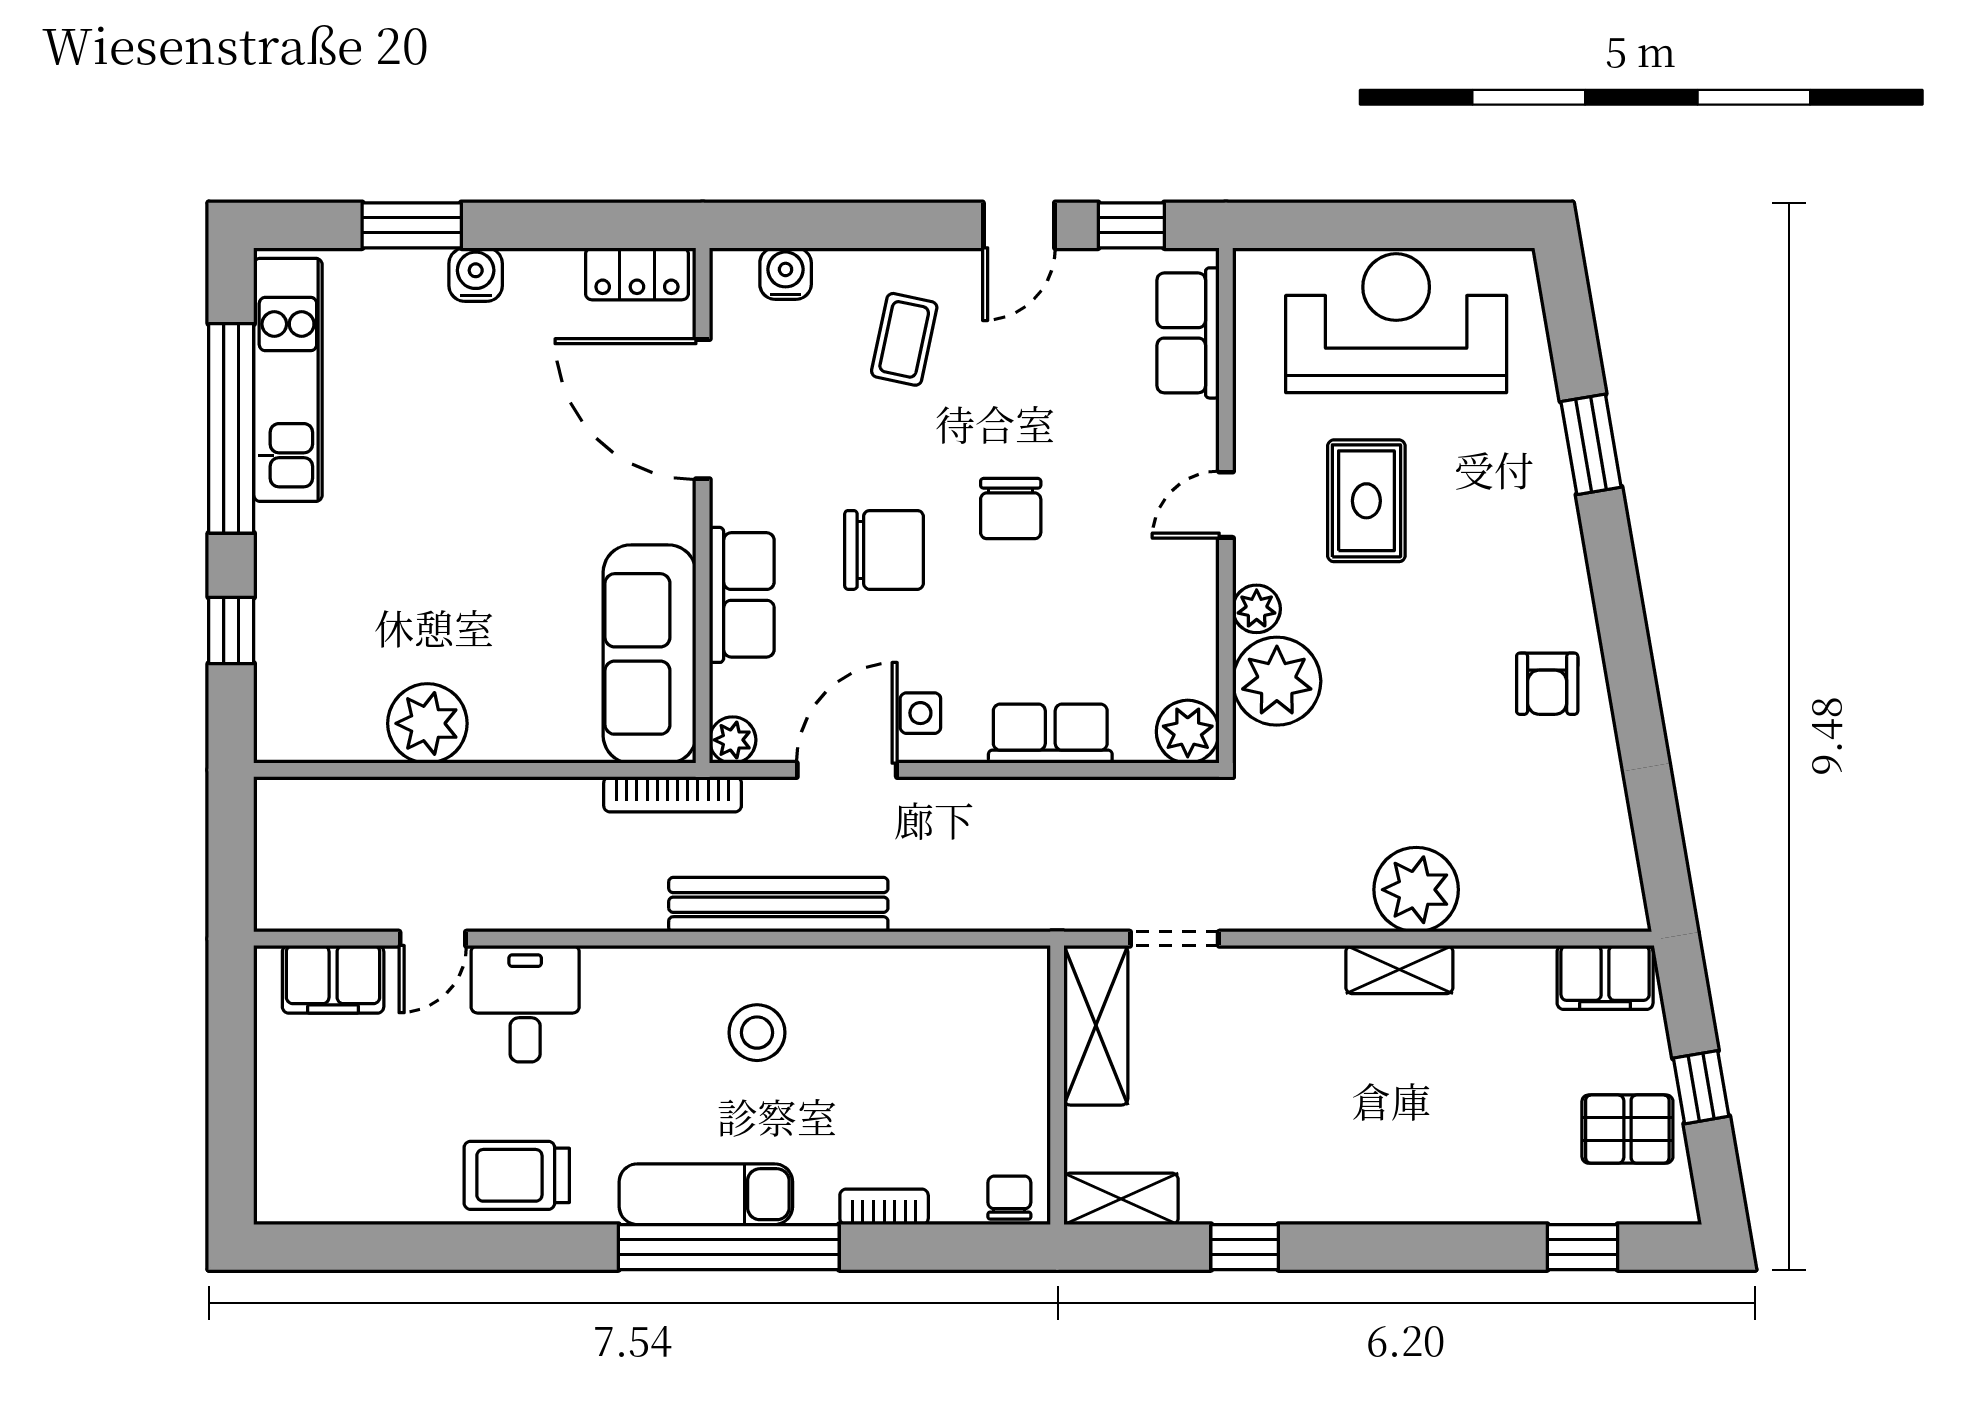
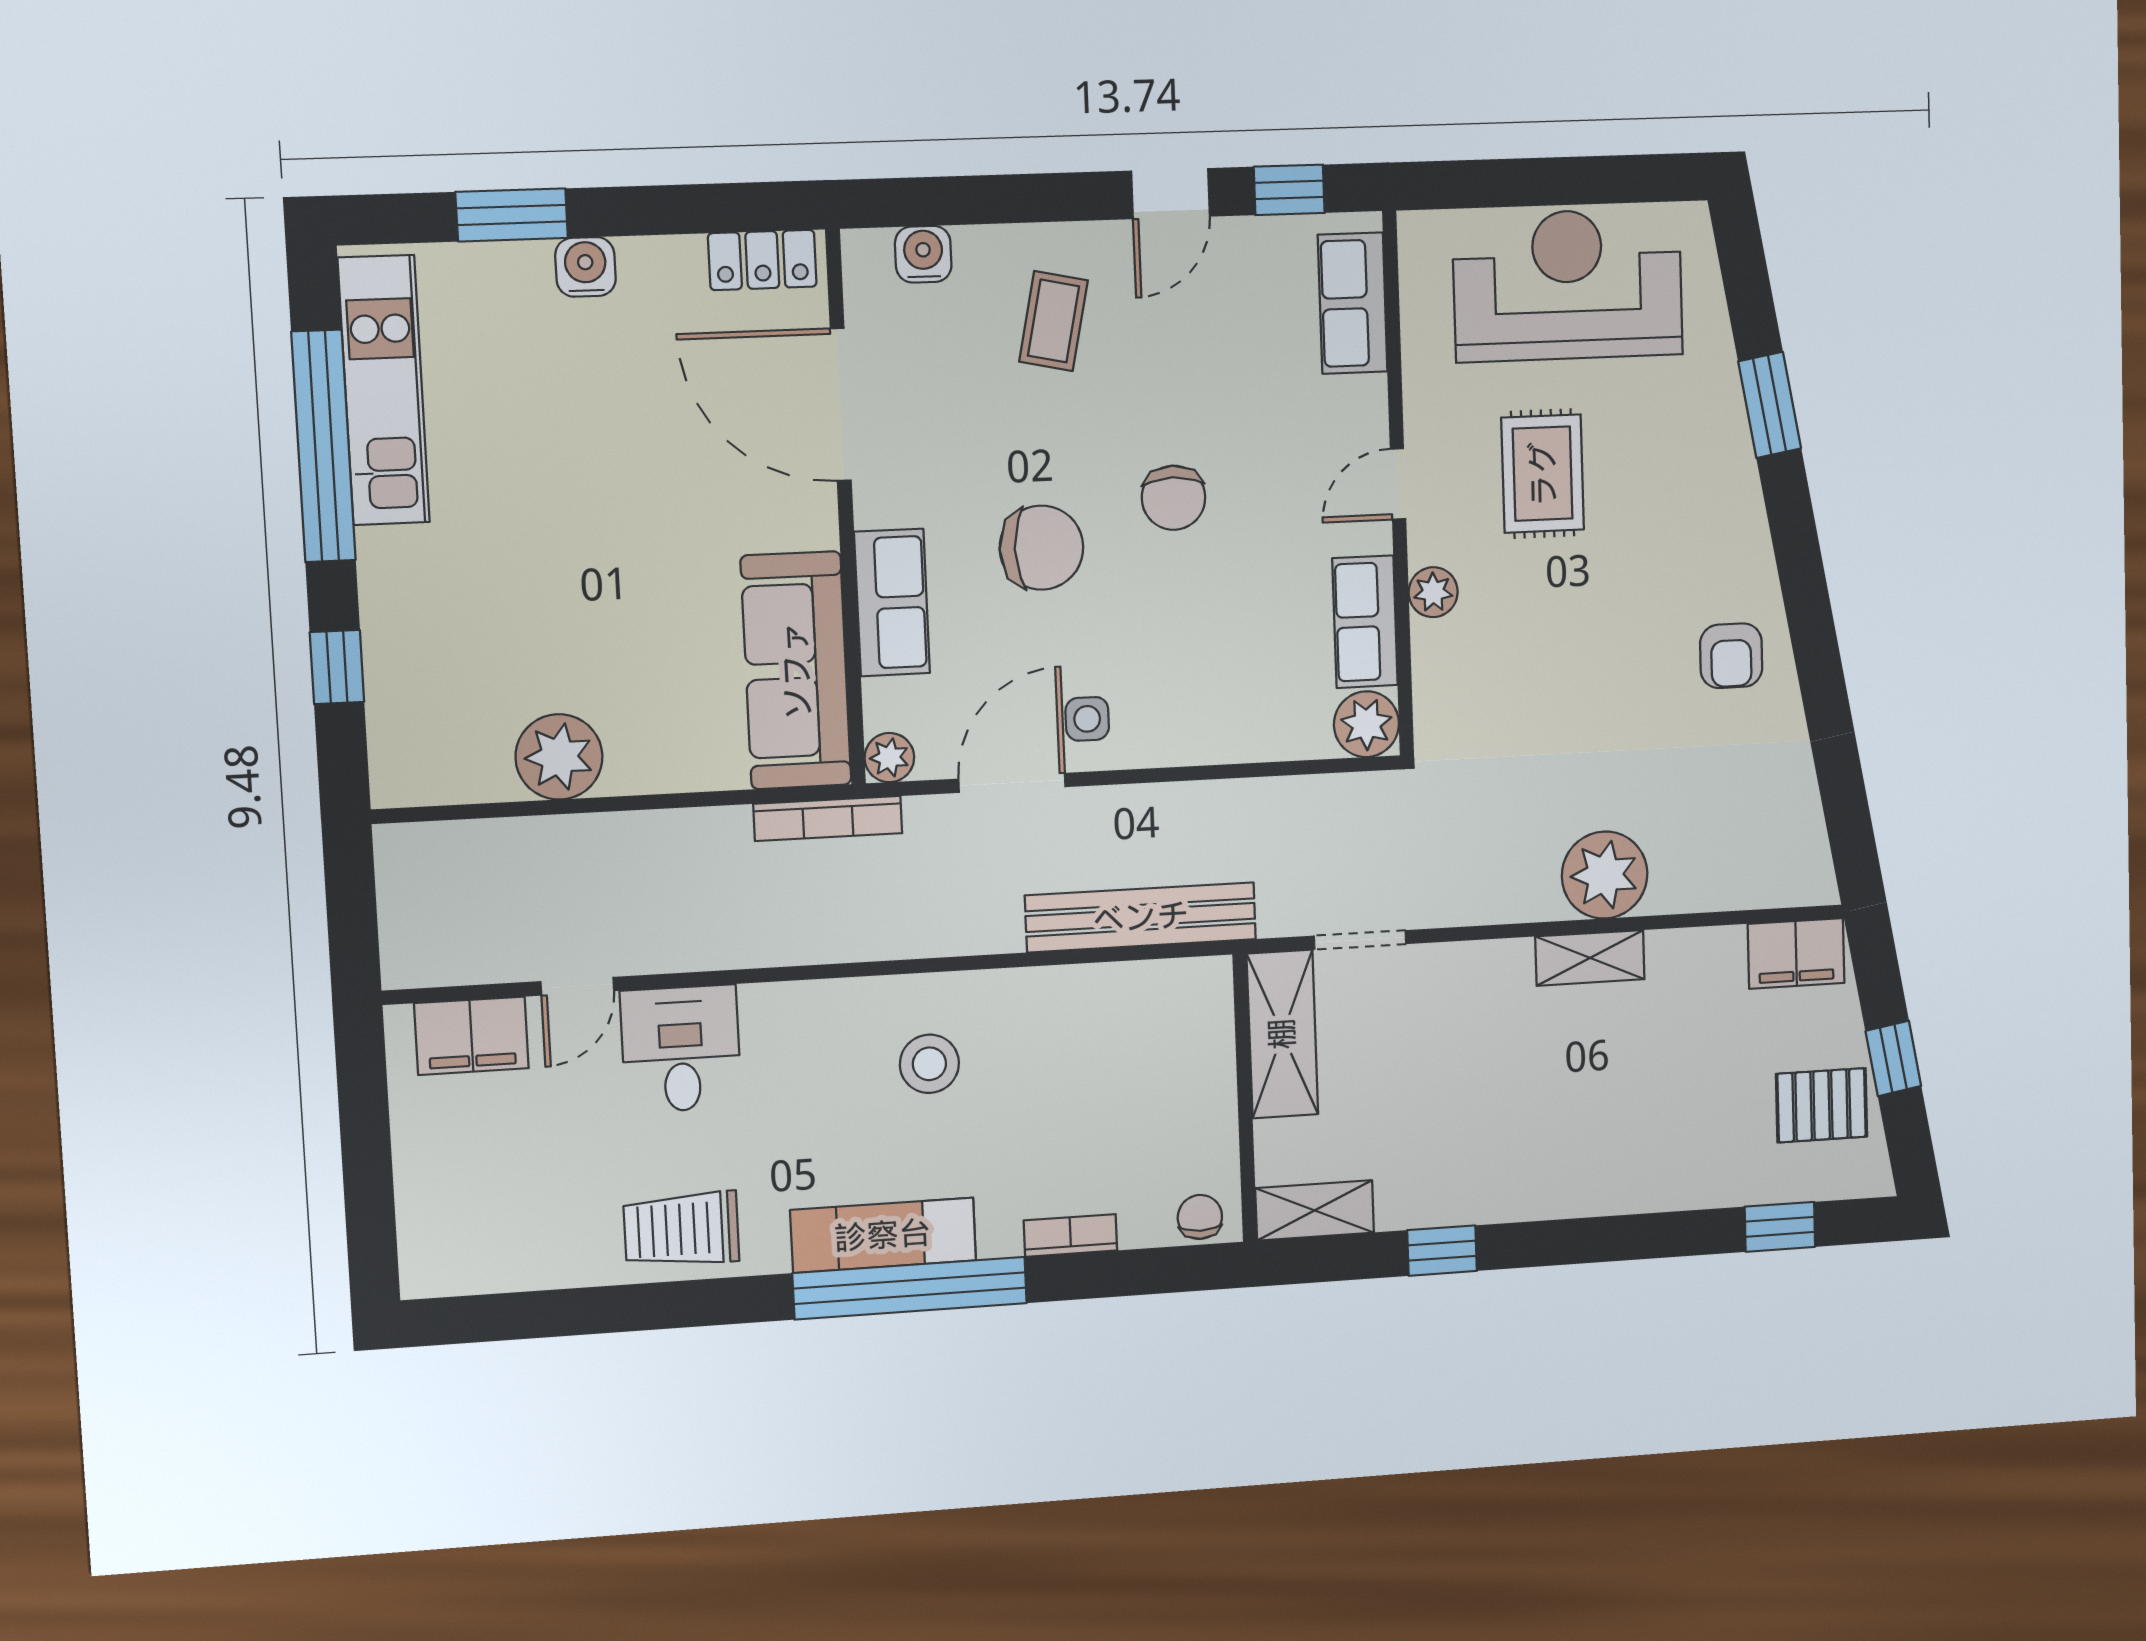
plant: (1277, 681) -> (1456, 667), removed
row of seats: (1050, 734) -> (1365, 622), moved, turned -90
bench: (778, 905) -> (1141, 917), moved

